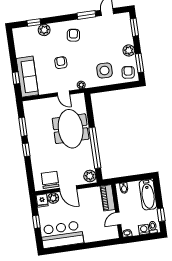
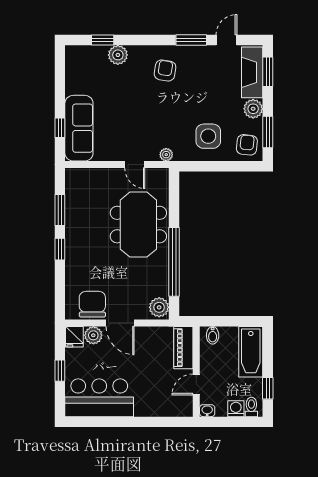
fireplace: (125, 29) -> (252, 72), added
armchair: (61, 63) -> (138, 113), removed

